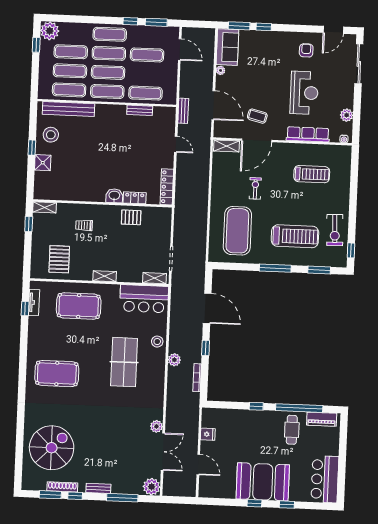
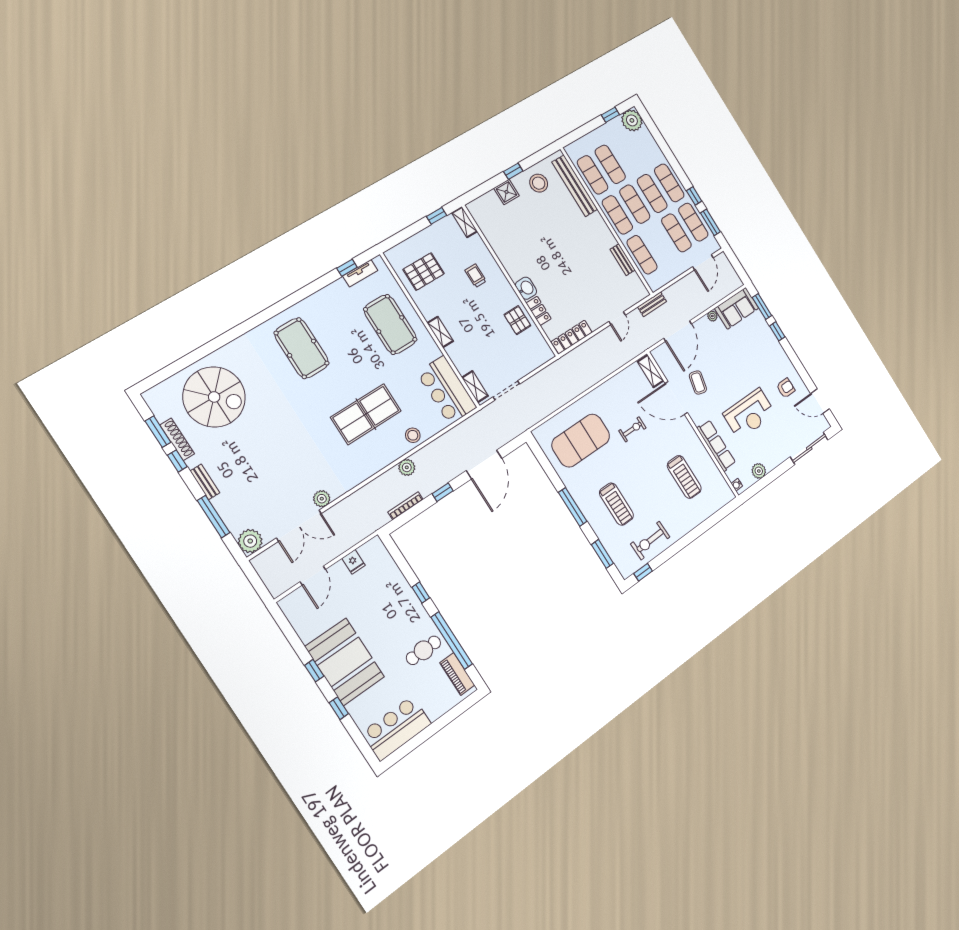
exercise mat: (71, 52) -> (693, 222), moved
treadmill: (295, 236) -> (616, 504), width x0.73, depth x0.73

